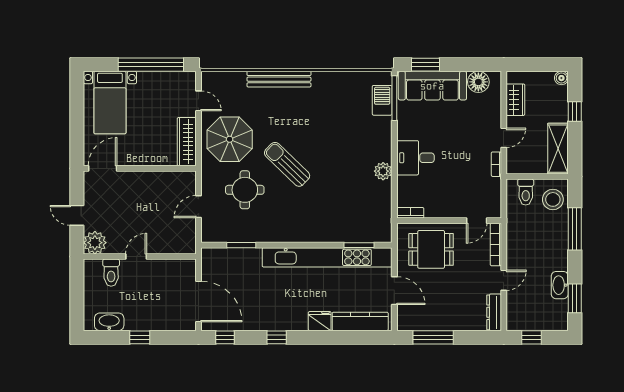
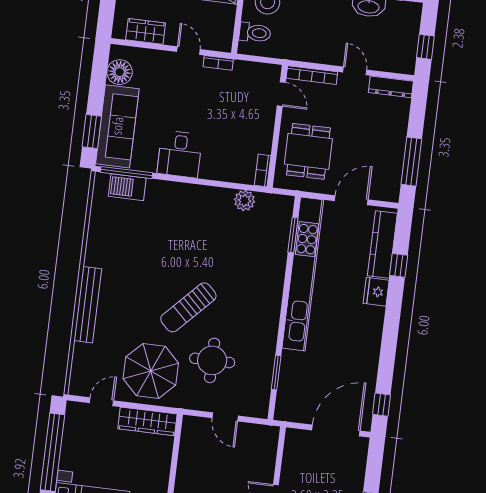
desk: (415, 158) -> (180, 154), moved
plant: (383, 171) -> (244, 201), moved
window: (277, 337) -> (399, 265), moved

